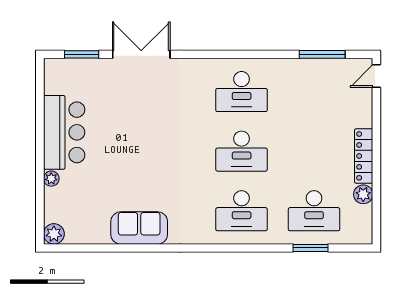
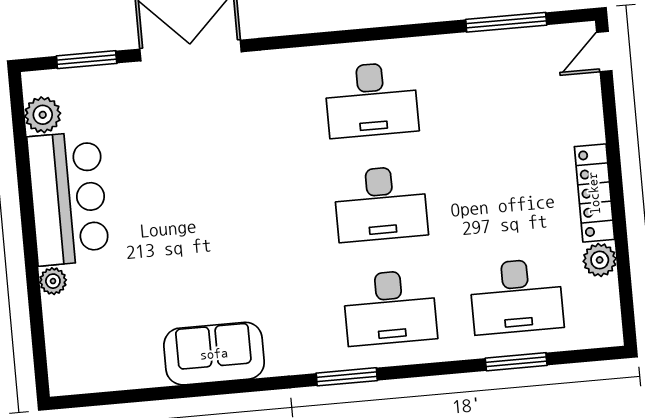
plant: (54, 234) -> (43, 115), moved
window: (213, 248) -> (347, 377), added

